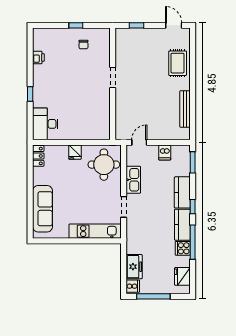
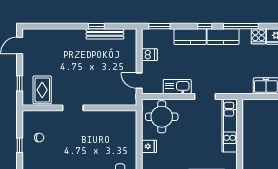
rug: (178, 63) -> (42, 90), moved, turned 90
window: (193, 101) -> (96, 26), added
cooker: (183, 248) -> (258, 36), moved

